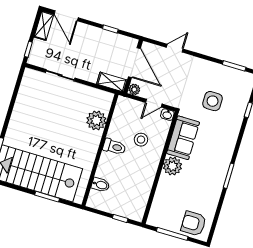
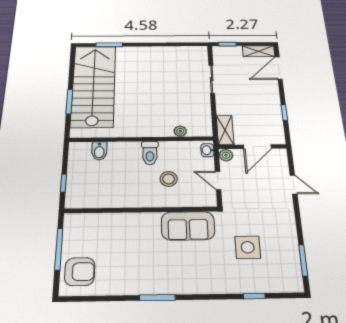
door: (134, 63) -> (257, 147), width x0.73
washbasin: (167, 115) -> (207, 150), moved
plant: (96, 120) -> (180, 131), width x0.53, depth x0.53
plant: (172, 166) -> (148, 224), removed
armchair: (194, 223) -> (80, 272), turned 90

